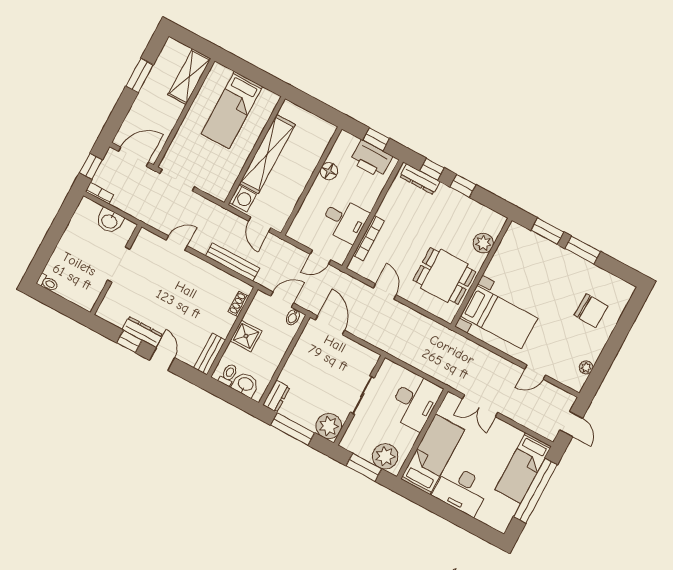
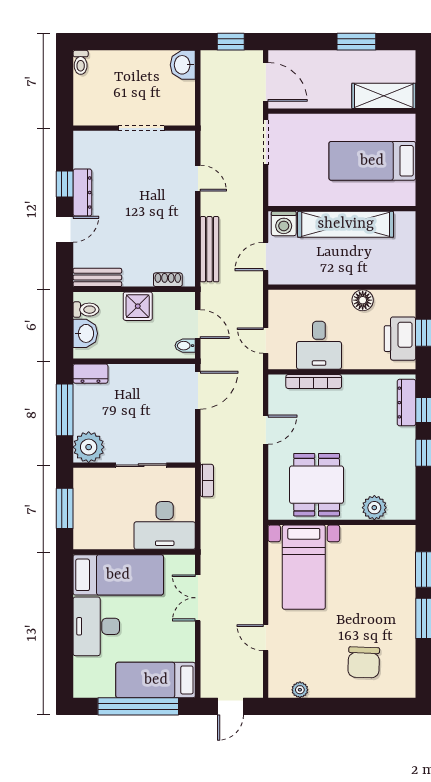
bookcase: (100, 193) -> (207, 480), moved
washbasin: (110, 221) -> (183, 65), moved
plant: (385, 456) -> (89, 525), removed

